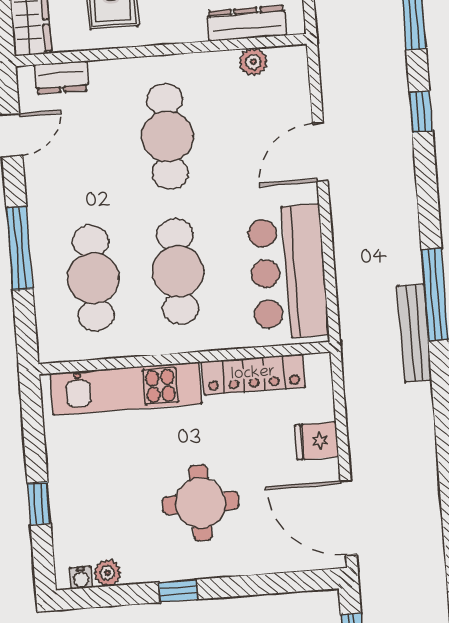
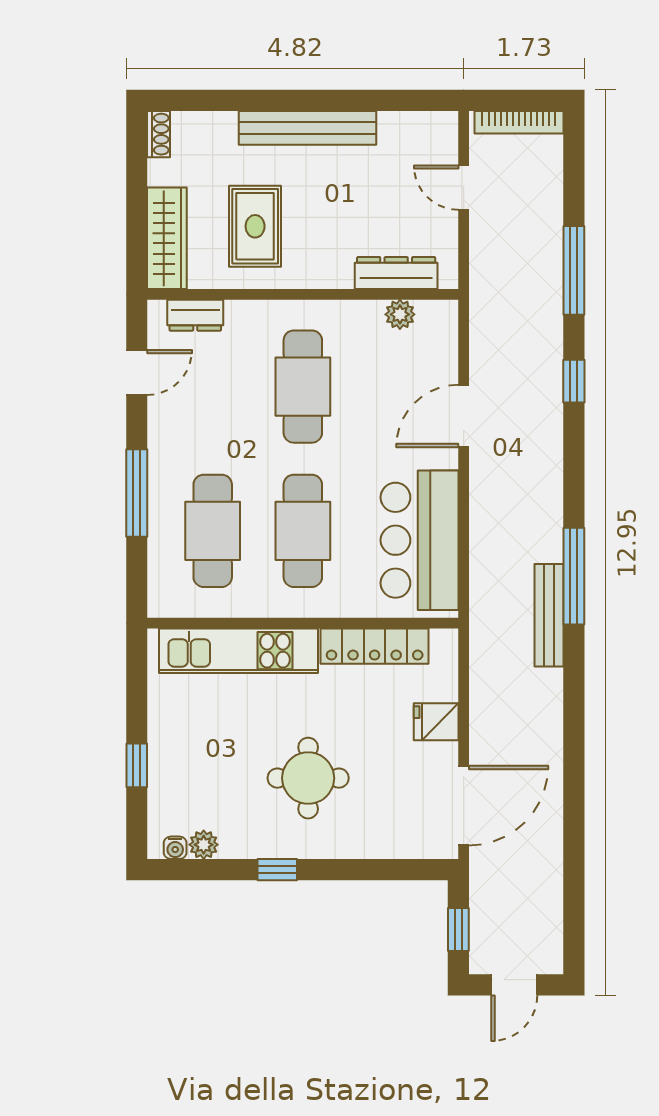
door: (348, 517) -> (464, 806), swing flipped

